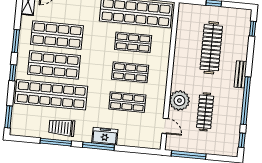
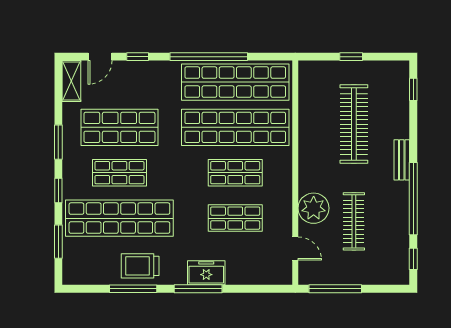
shop shelf: (133, 42) -> (235, 127), width x2.00, depth x1.36
shop shelf: (54, 65) -> (119, 173), width x0.70, depth x0.74
window: (8, 117) -> (58, 242), moved

